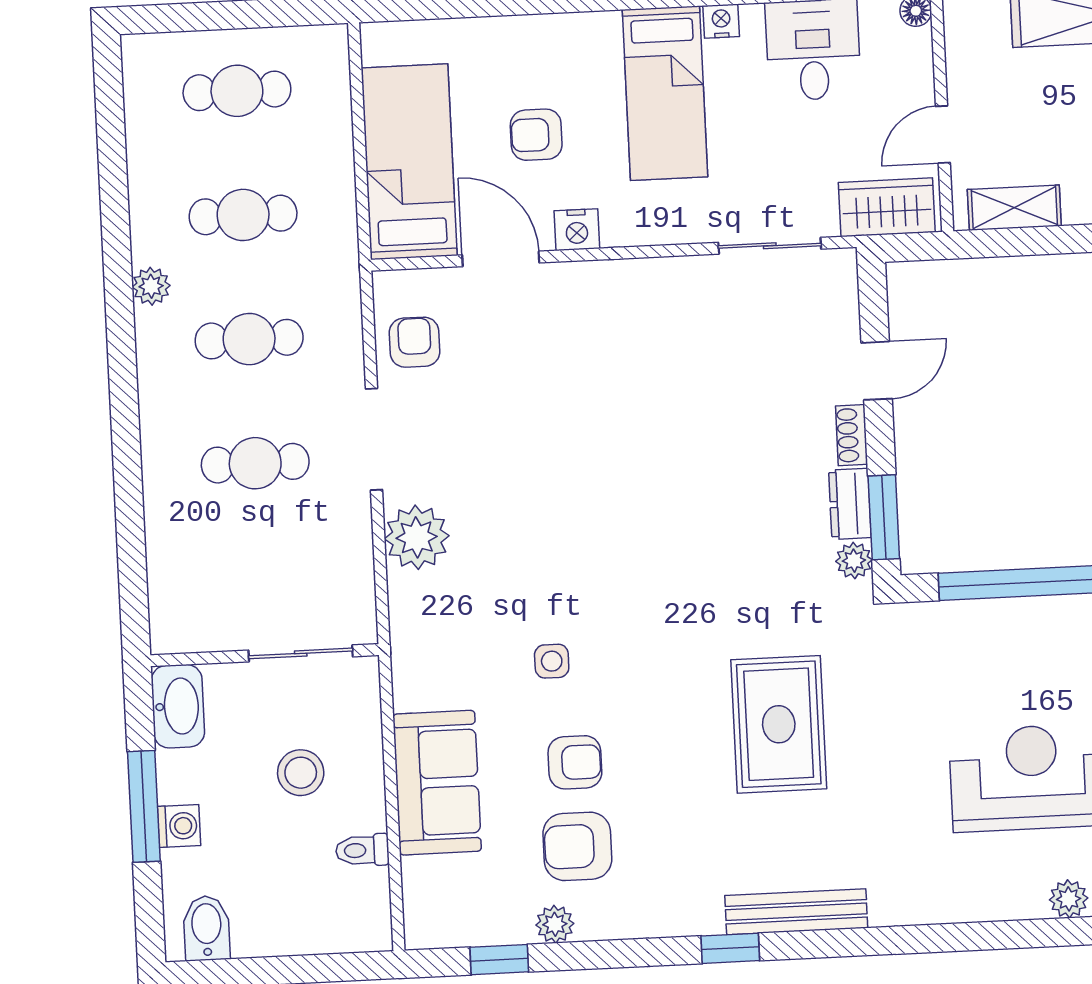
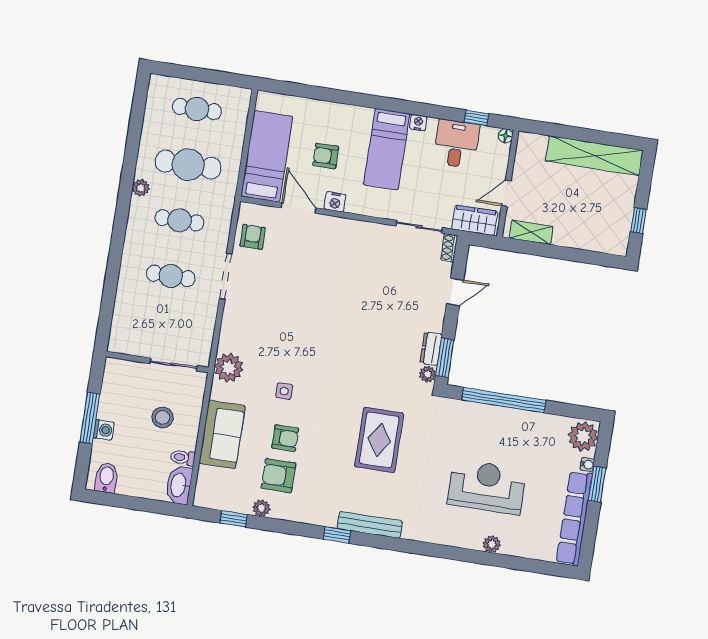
cafe table: (243, 215) -> (188, 165), width x1.37, depth x1.35
shoe rack: (852, 435) -> (449, 248), moved
plant: (417, 537) -> (229, 368), moved
washbasin: (178, 706) -> (179, 485), moved, turned 180

